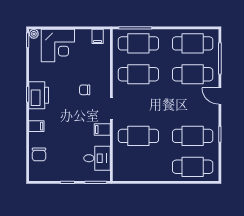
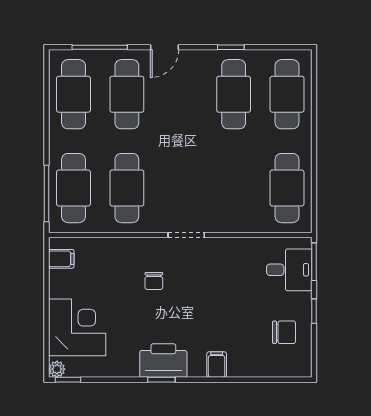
filing cabinet: (102, 129) -> (222, 251), removed
cafe table: (138, 136) -> (287, 188), moved
chair: (39, 154) -> (284, 332), moved
desk: (97, 158) -> (289, 270), moved, turned 90

